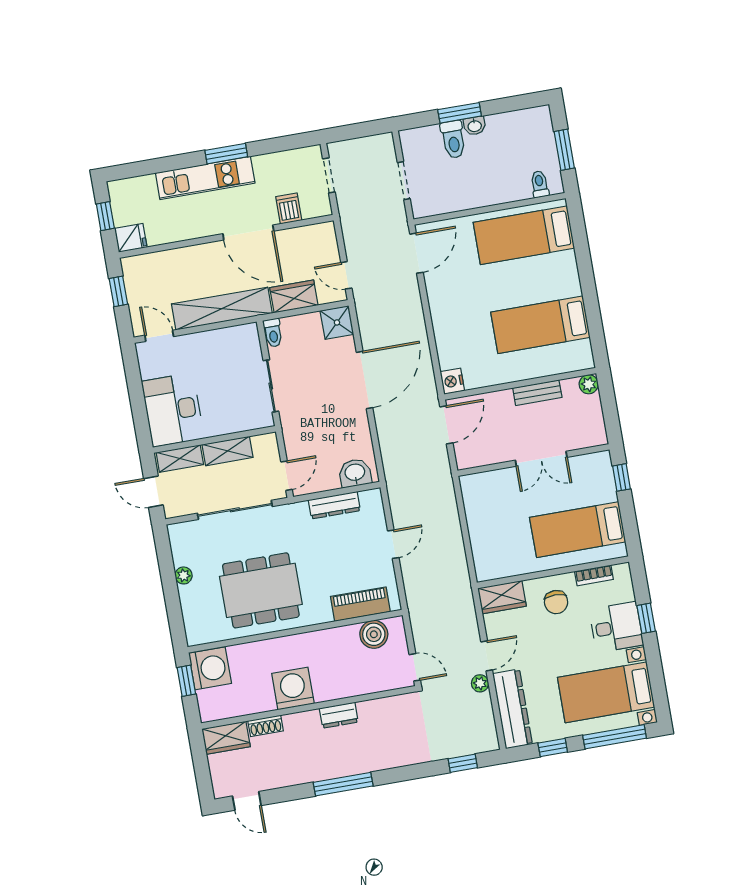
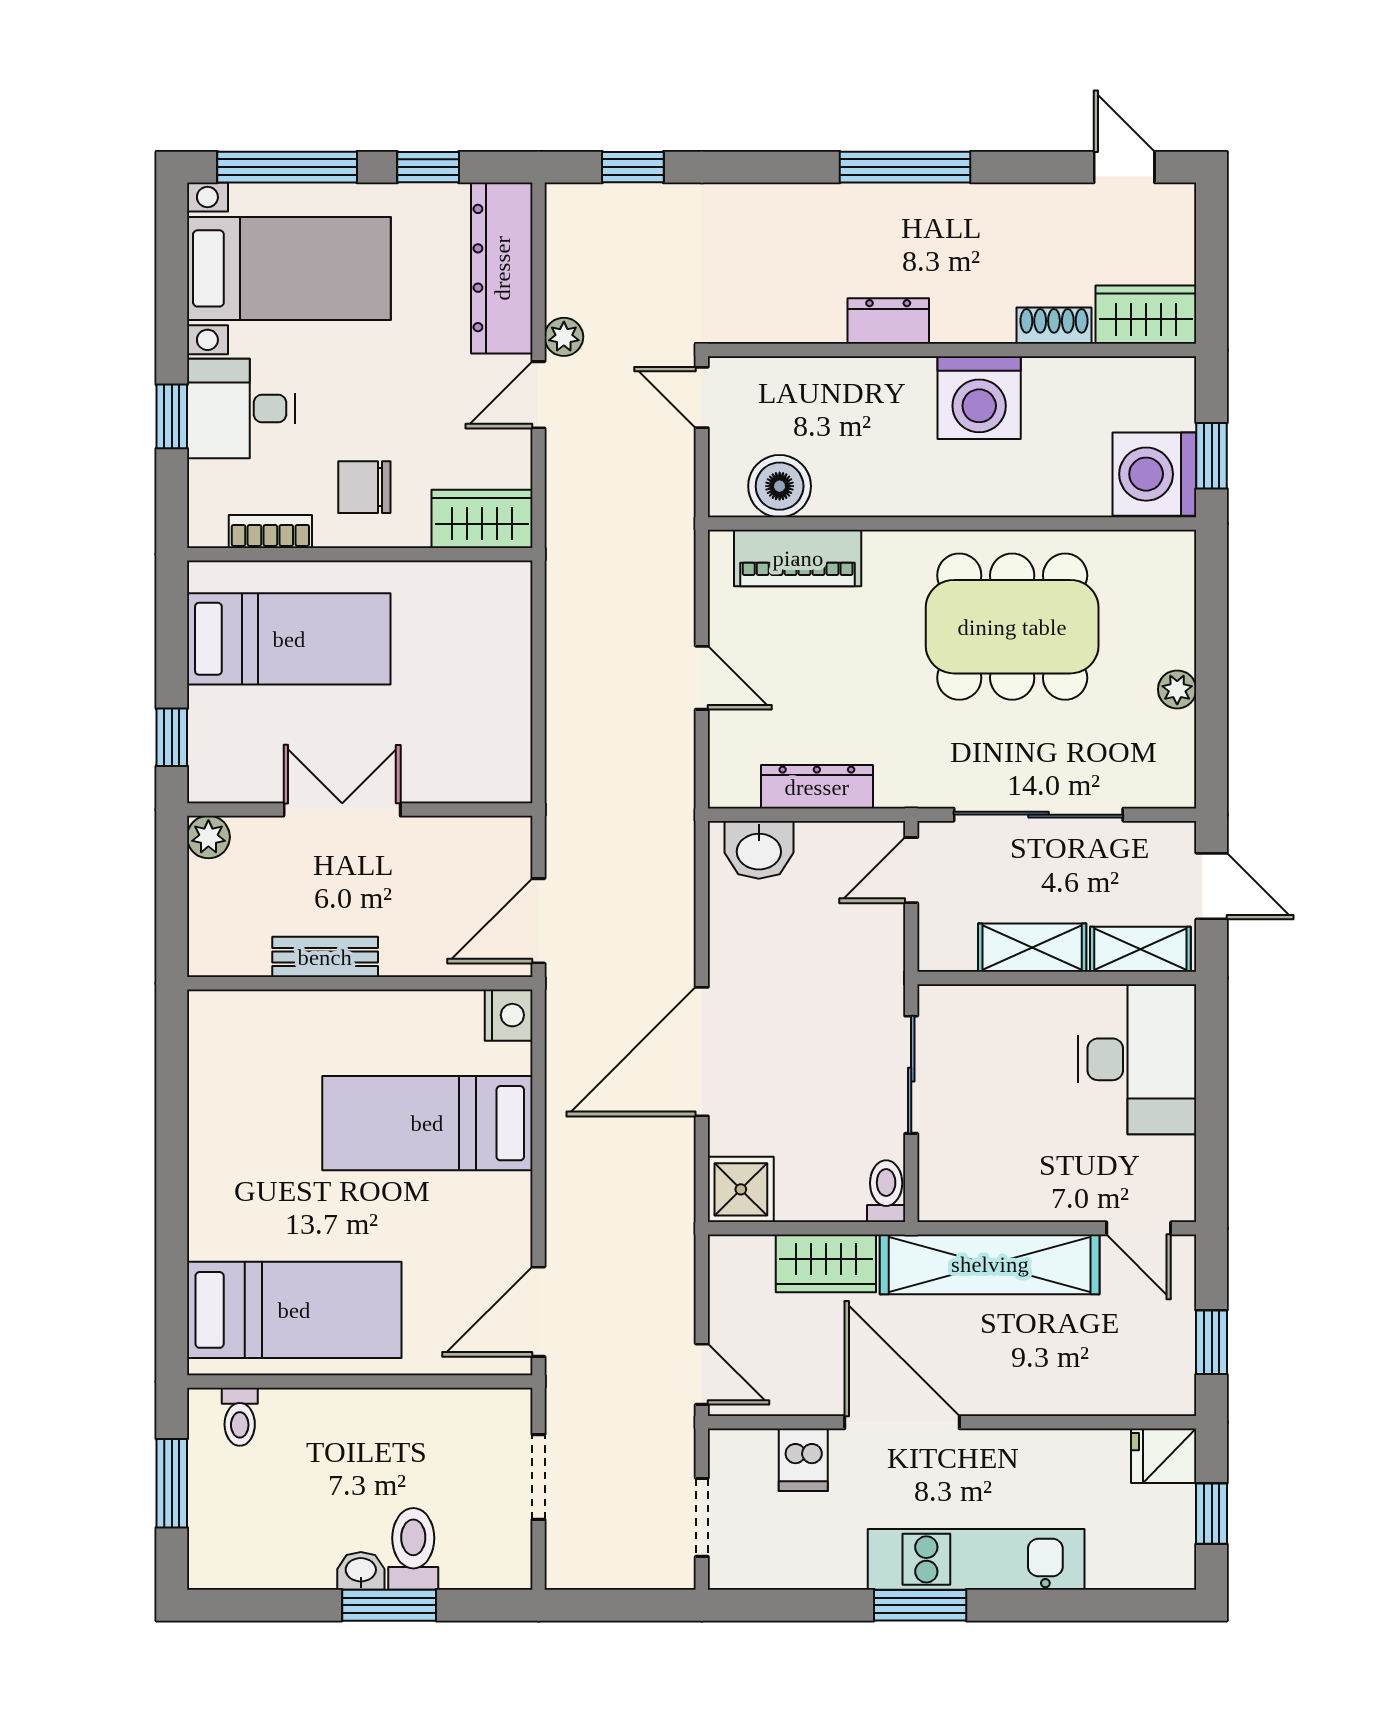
door: (346, 275) -> (702, 1374), moved
bed: (540, 325) -> (427, 1123), moved, turned 180
plant: (589, 384) -> (208, 837), moved
door: (393, 544) -> (702, 678), swing flipped
chair: (556, 602) -> (364, 487), turned -90

